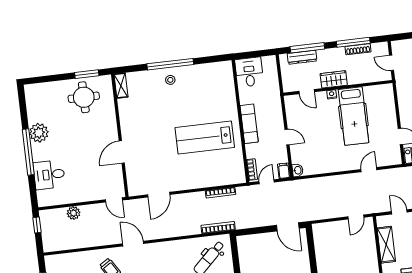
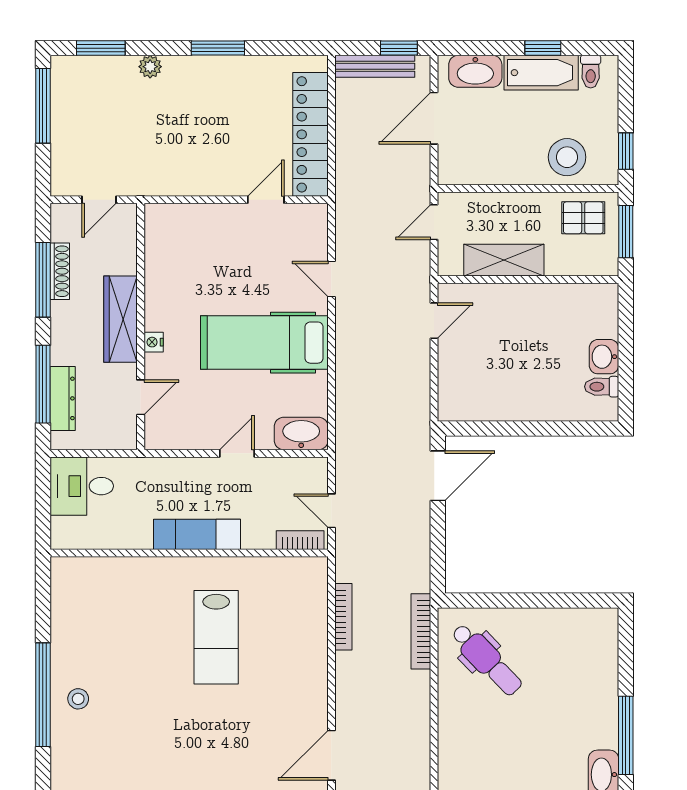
desk: (249, 72) -> (82, 486), moved
wardrobe: (334, 79) -> (120, 319), width x1.50
hospital bed: (353, 116) -> (264, 343), moved, turned 180
lab bench: (205, 138) -> (216, 637), width x0.73, depth x0.72
washbasin: (298, 170) -> (301, 434), width x1.91, depth x1.45
filing cabinet: (284, 171) -> (311, 469), removed
door: (159, 195) -> (331, 755), swing flipped
door: (356, 217) -> (434, 321), hinge flipped

